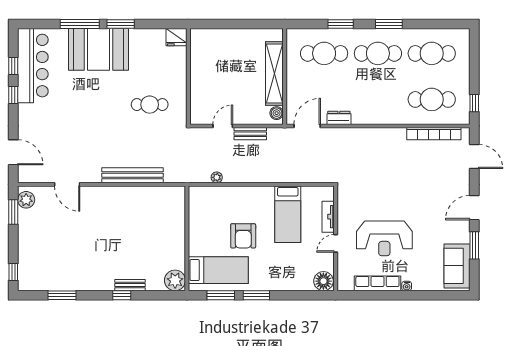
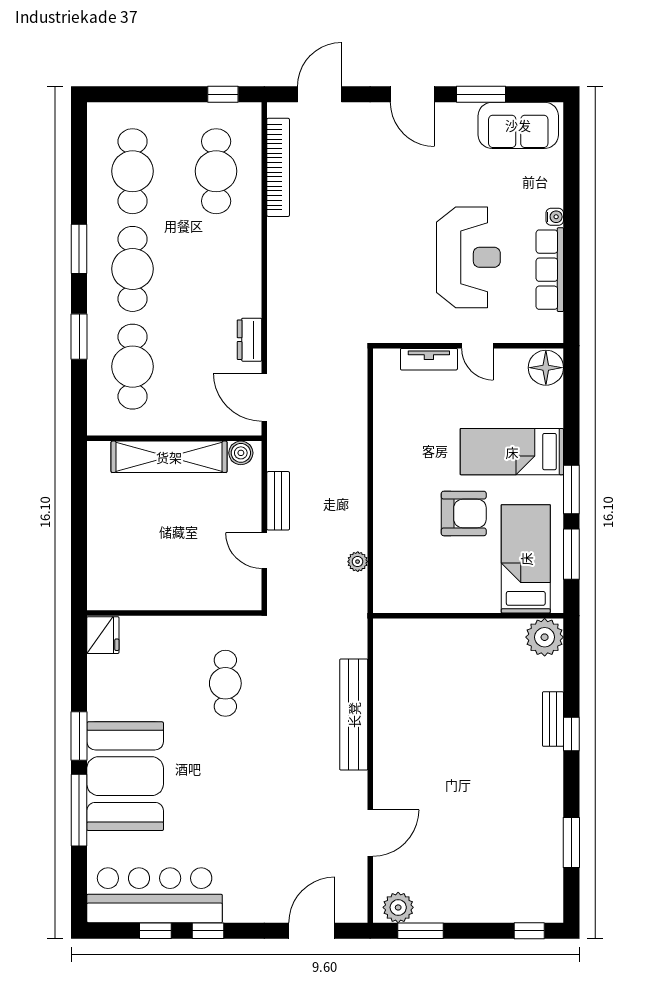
bed: (288, 214) -> (512, 452), moved, turned 180

